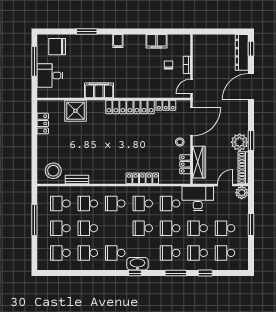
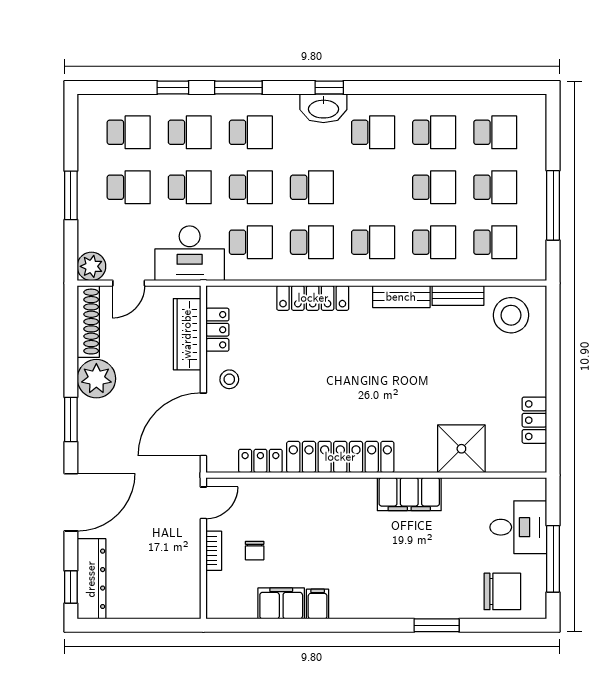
filing cabinet: (118, 41) -> (318, 604), moved
window: (251, 141) -> (71, 419), moved
bench: (103, 179) -> (401, 297), added

